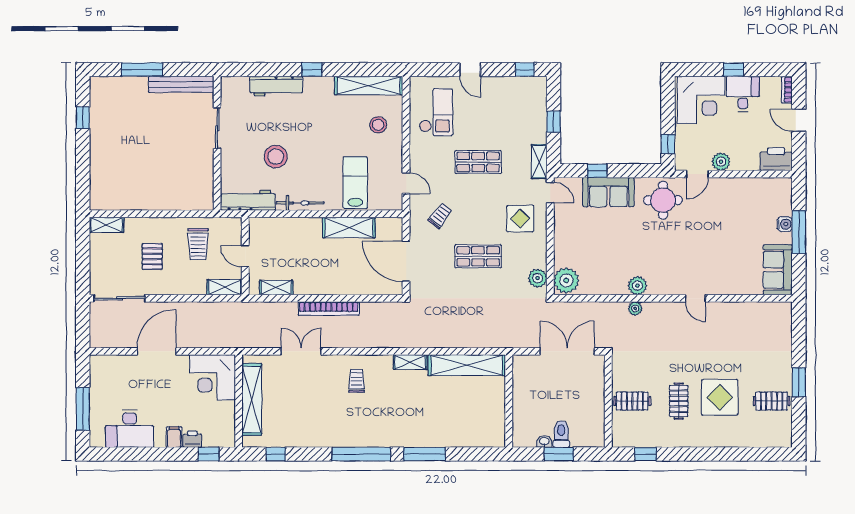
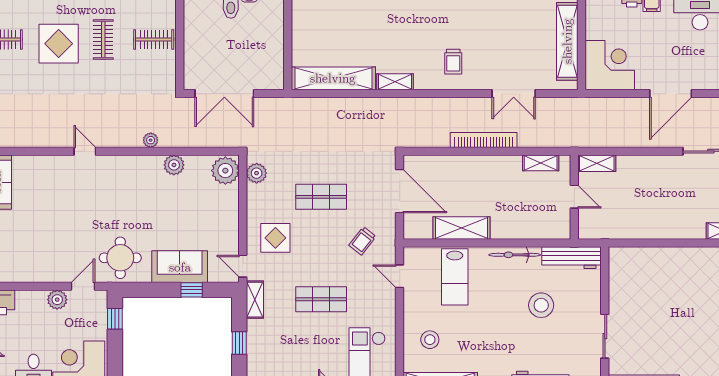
trolley: (198, 244) -> (626, 210), removed
pallet: (152, 256) -> (675, 197), removed
plant: (637, 286) -> (174, 165), moved

